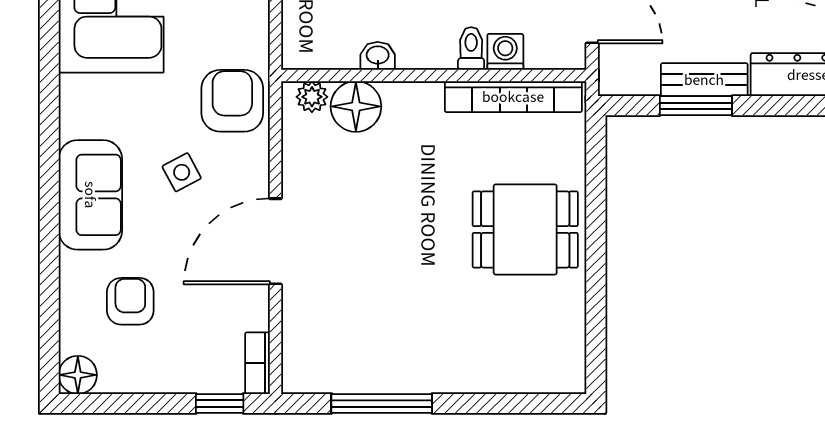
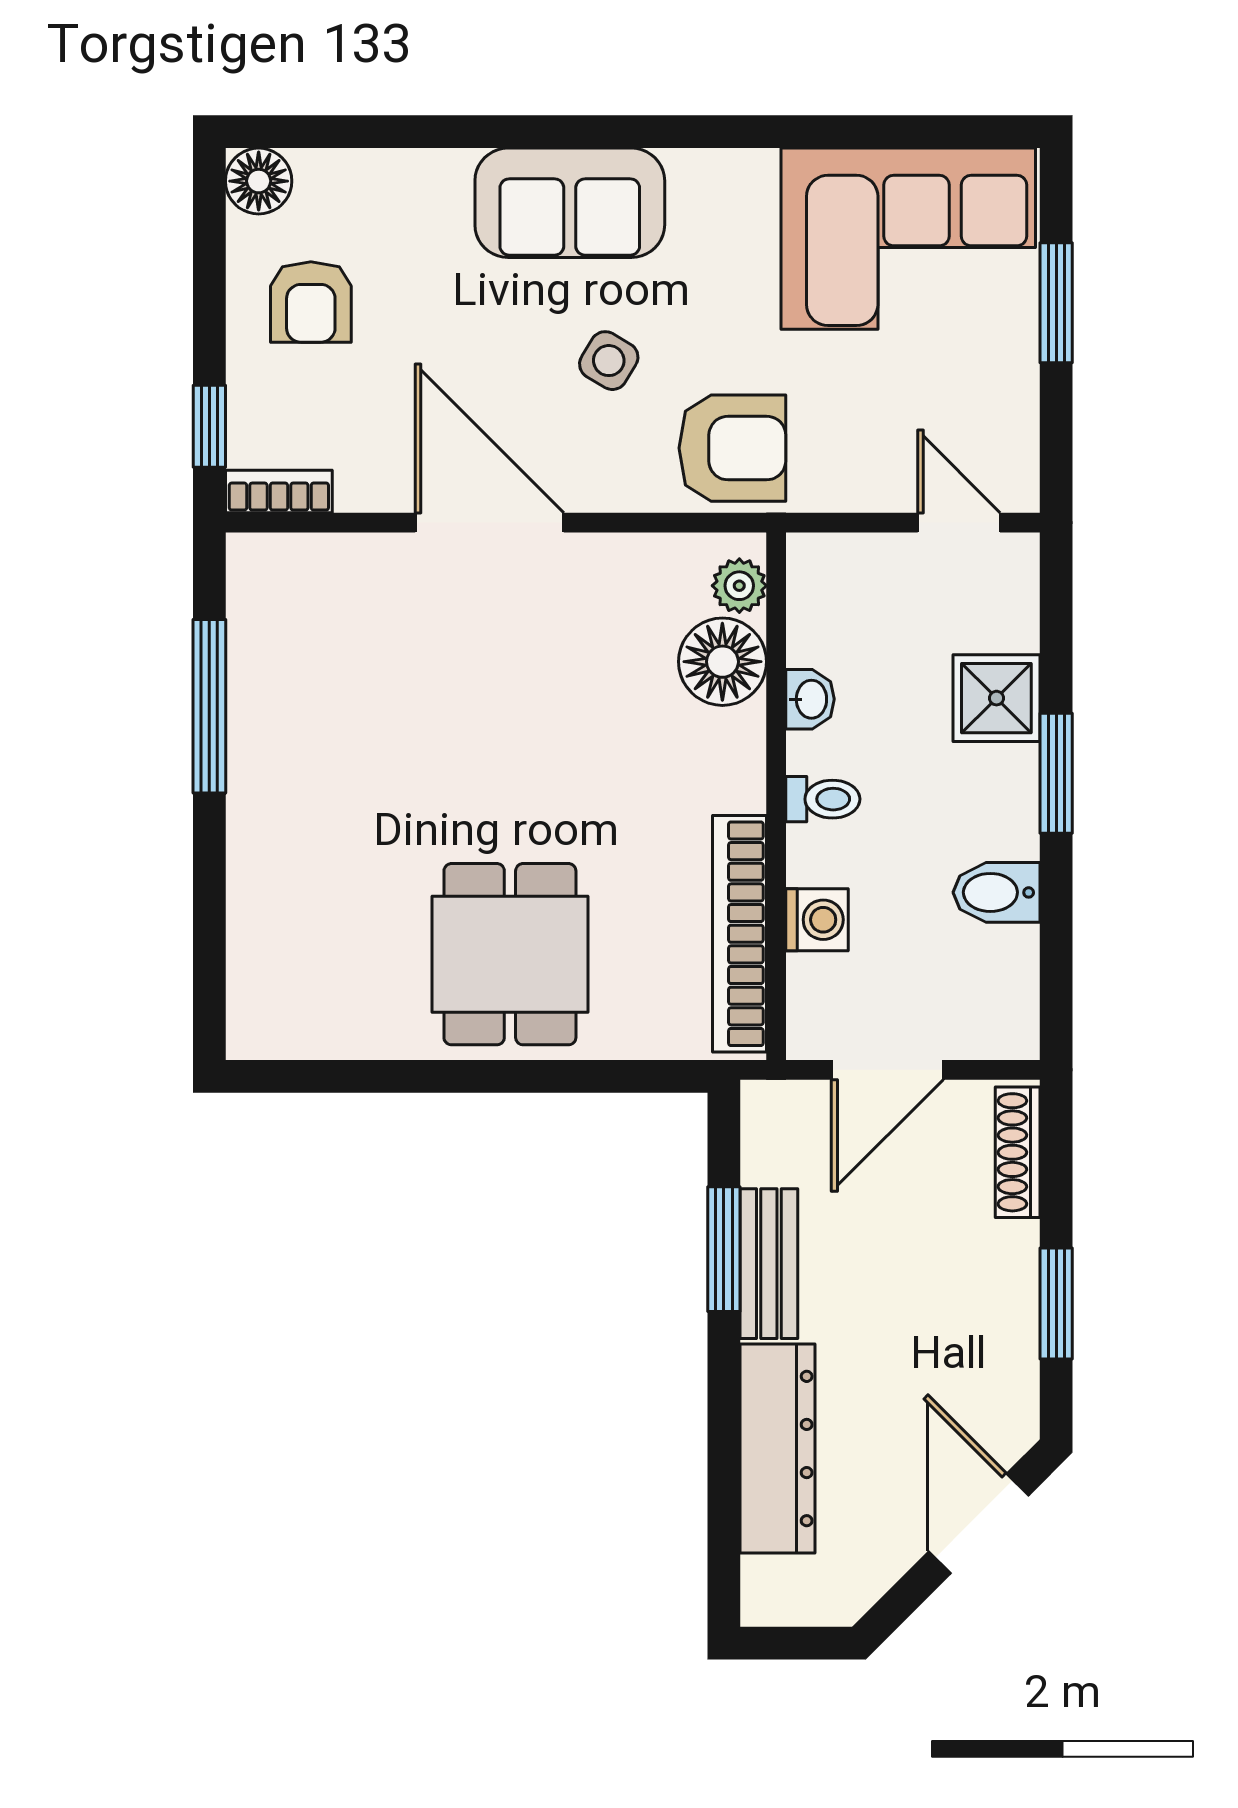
toilet: (471, 48) -> (823, 799), moved
side table: (182, 172) -> (609, 361), turned -31
armchair: (130, 301) -> (311, 302), moved, turned 90

